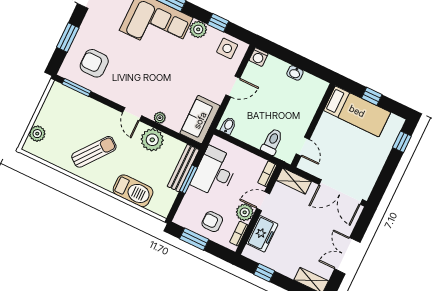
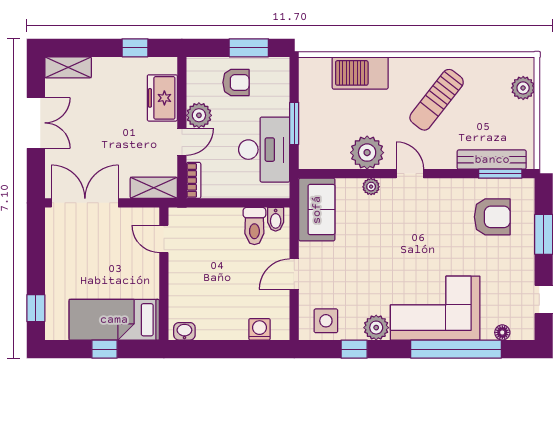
washing machine: (259, 57) -> (260, 329), moved
washbasin: (295, 73) -> (184, 331), moved
toilet: (272, 142) -> (254, 226), moved
bench: (183, 168) -> (492, 160), moved, turned 90
bookcase: (239, 234) -> (193, 83), removed

